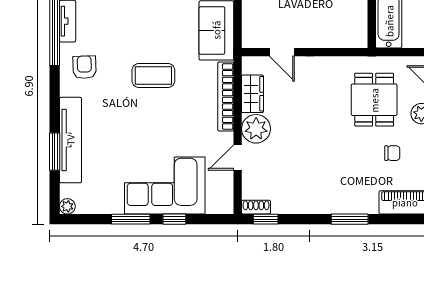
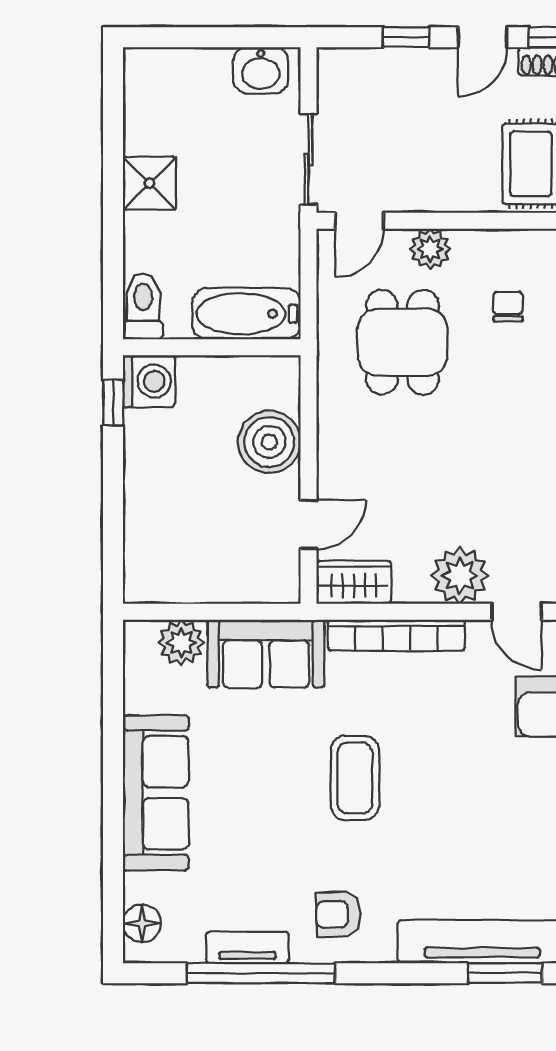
boiler: (324, 32) -> (269, 442), added
wardrobe: (253, 94) -> (354, 582), moved
dining table: (374, 100) -> (403, 342), turned 90

